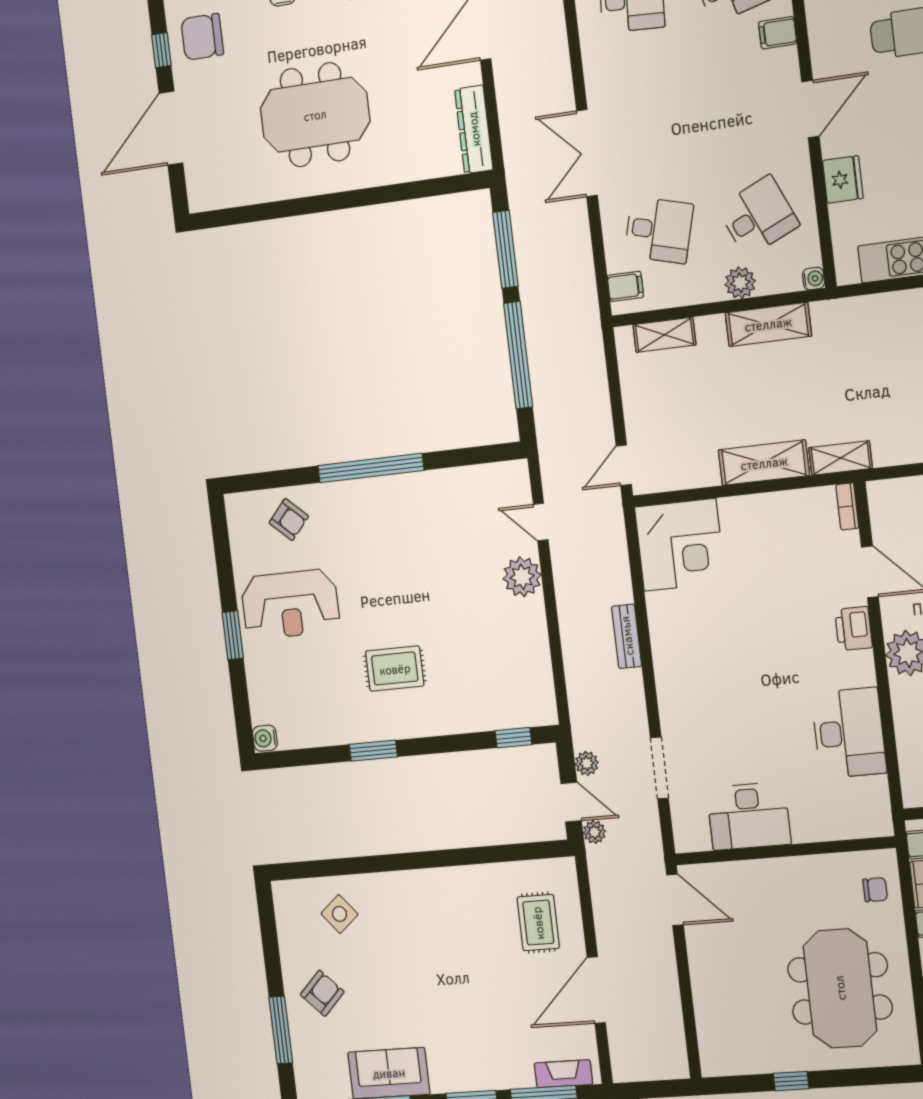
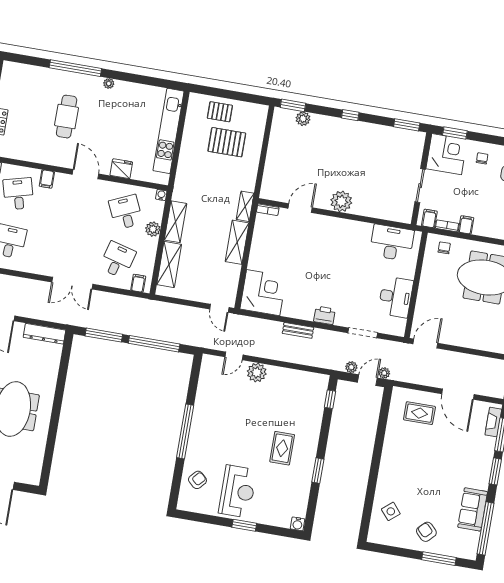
shelving: (664, 335) -> (169, 264), width x1.50, depth x1.33
printer: (854, 629) -> (324, 315), moved, turned 180
desk: (849, 733) -> (392, 243), moved

